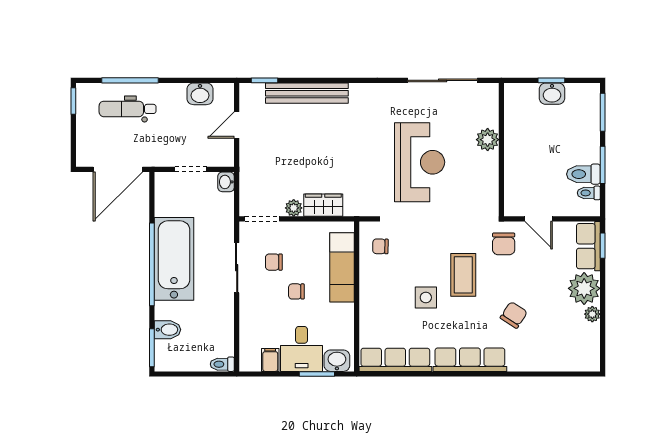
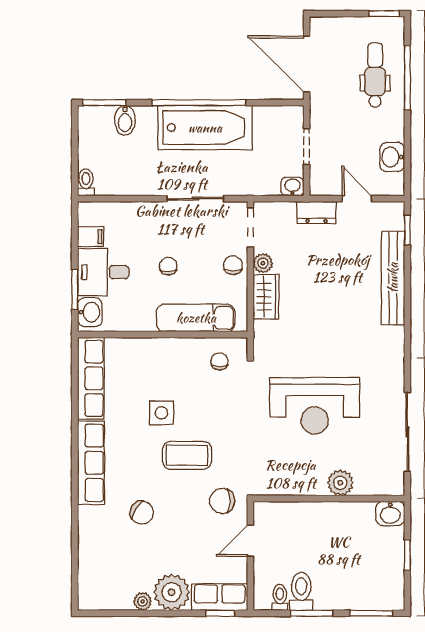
washbasin: (552, 94) -> (390, 513), moved, turned -90
dresser: (249, 161) -> (317, 212), added
chair: (274, 262) -> (233, 265), moved

